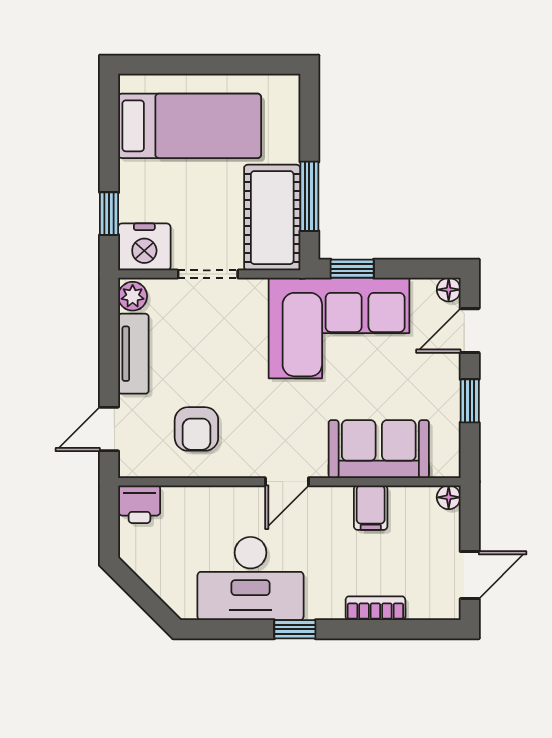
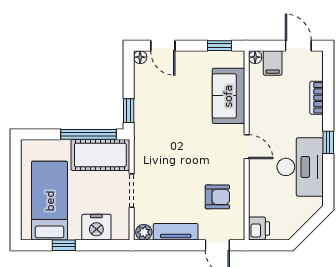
window: (309, 196) -> (89, 134), width x1.44
window: (109, 214) -> (64, 245), moved
nightstand: (144, 247) -> (96, 227), moved, turned 90
corner sofa: (339, 328) -> (161, 118), removed
window: (470, 401) -> (220, 46), moved
filing cabinet: (371, 508) -> (273, 63), moved, turned 90

